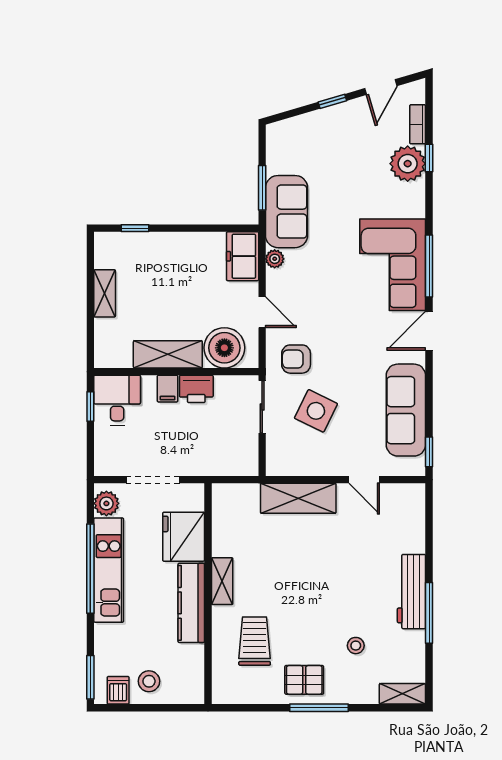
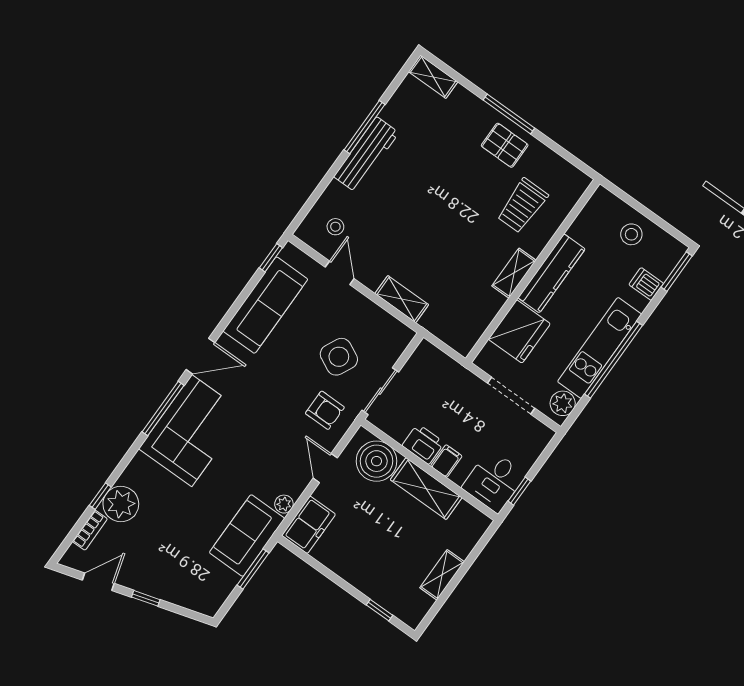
shelving: (298, 498) -> (402, 299), width x0.67, depth x0.75
stool: (356, 646) -> (335, 227), moved
dishwasher: (118, 690) -> (646, 284), moved, turned 90

